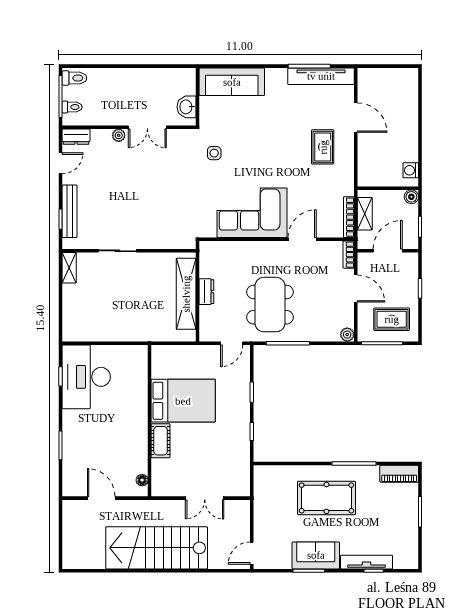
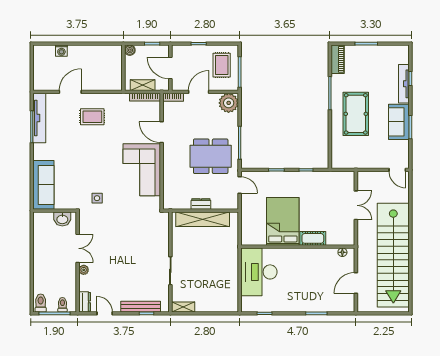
washing machine: (411, 170) -> (61, 51), moved
plant: (347, 335) -> (229, 103), width x1.87, depth x1.87
desk: (86, 377) -> (259, 272), moved, turned 90
stairs: (157, 548) -> (393, 255), width x1.36

